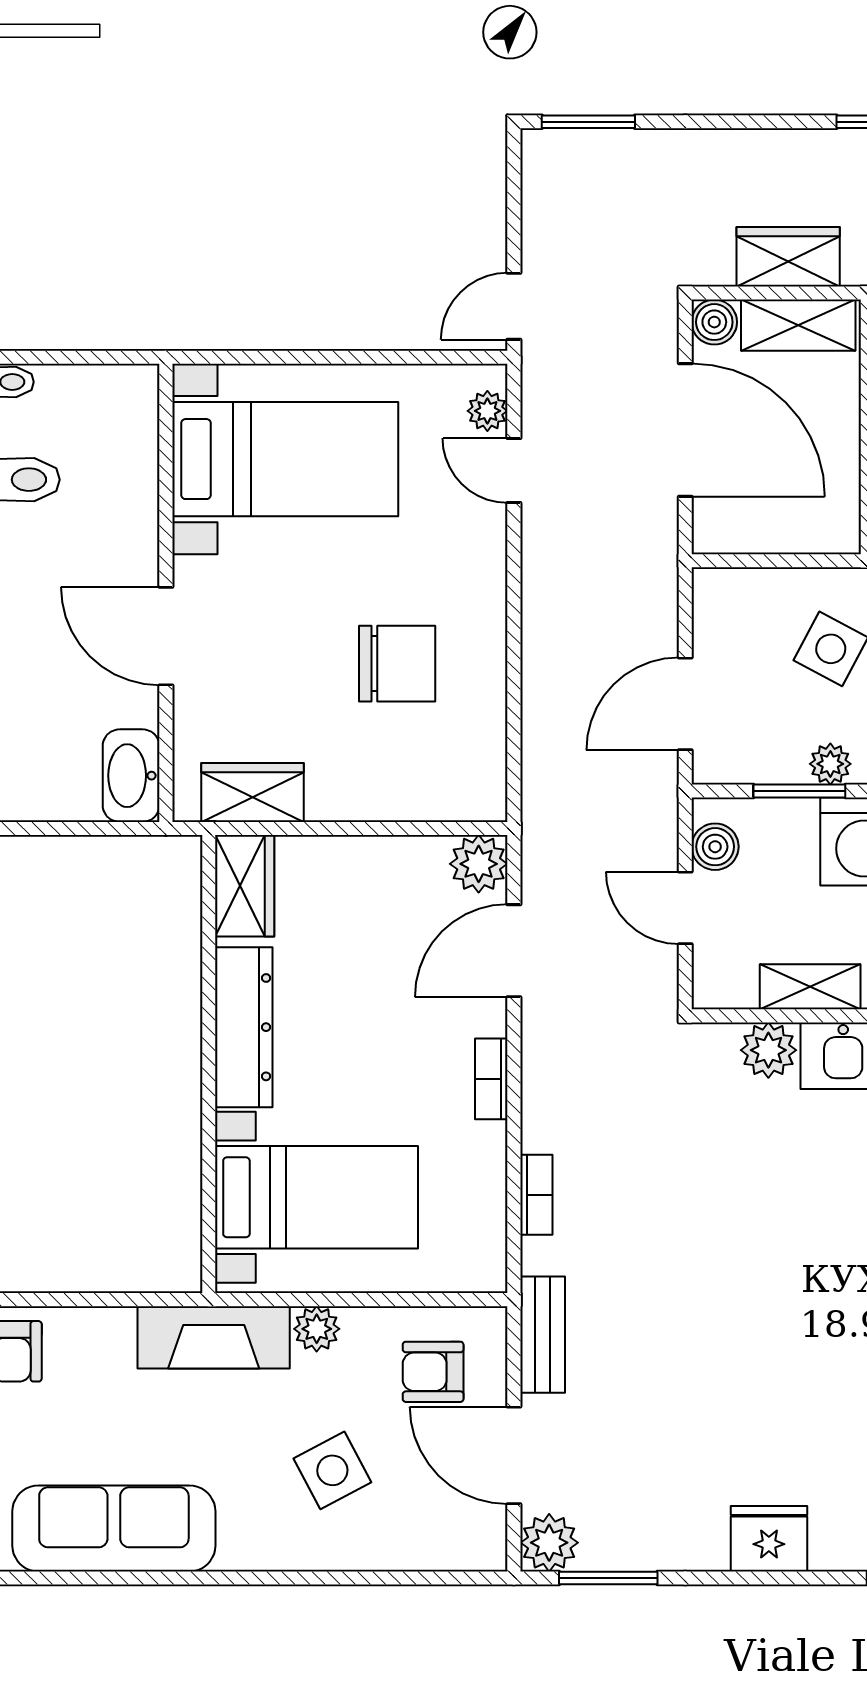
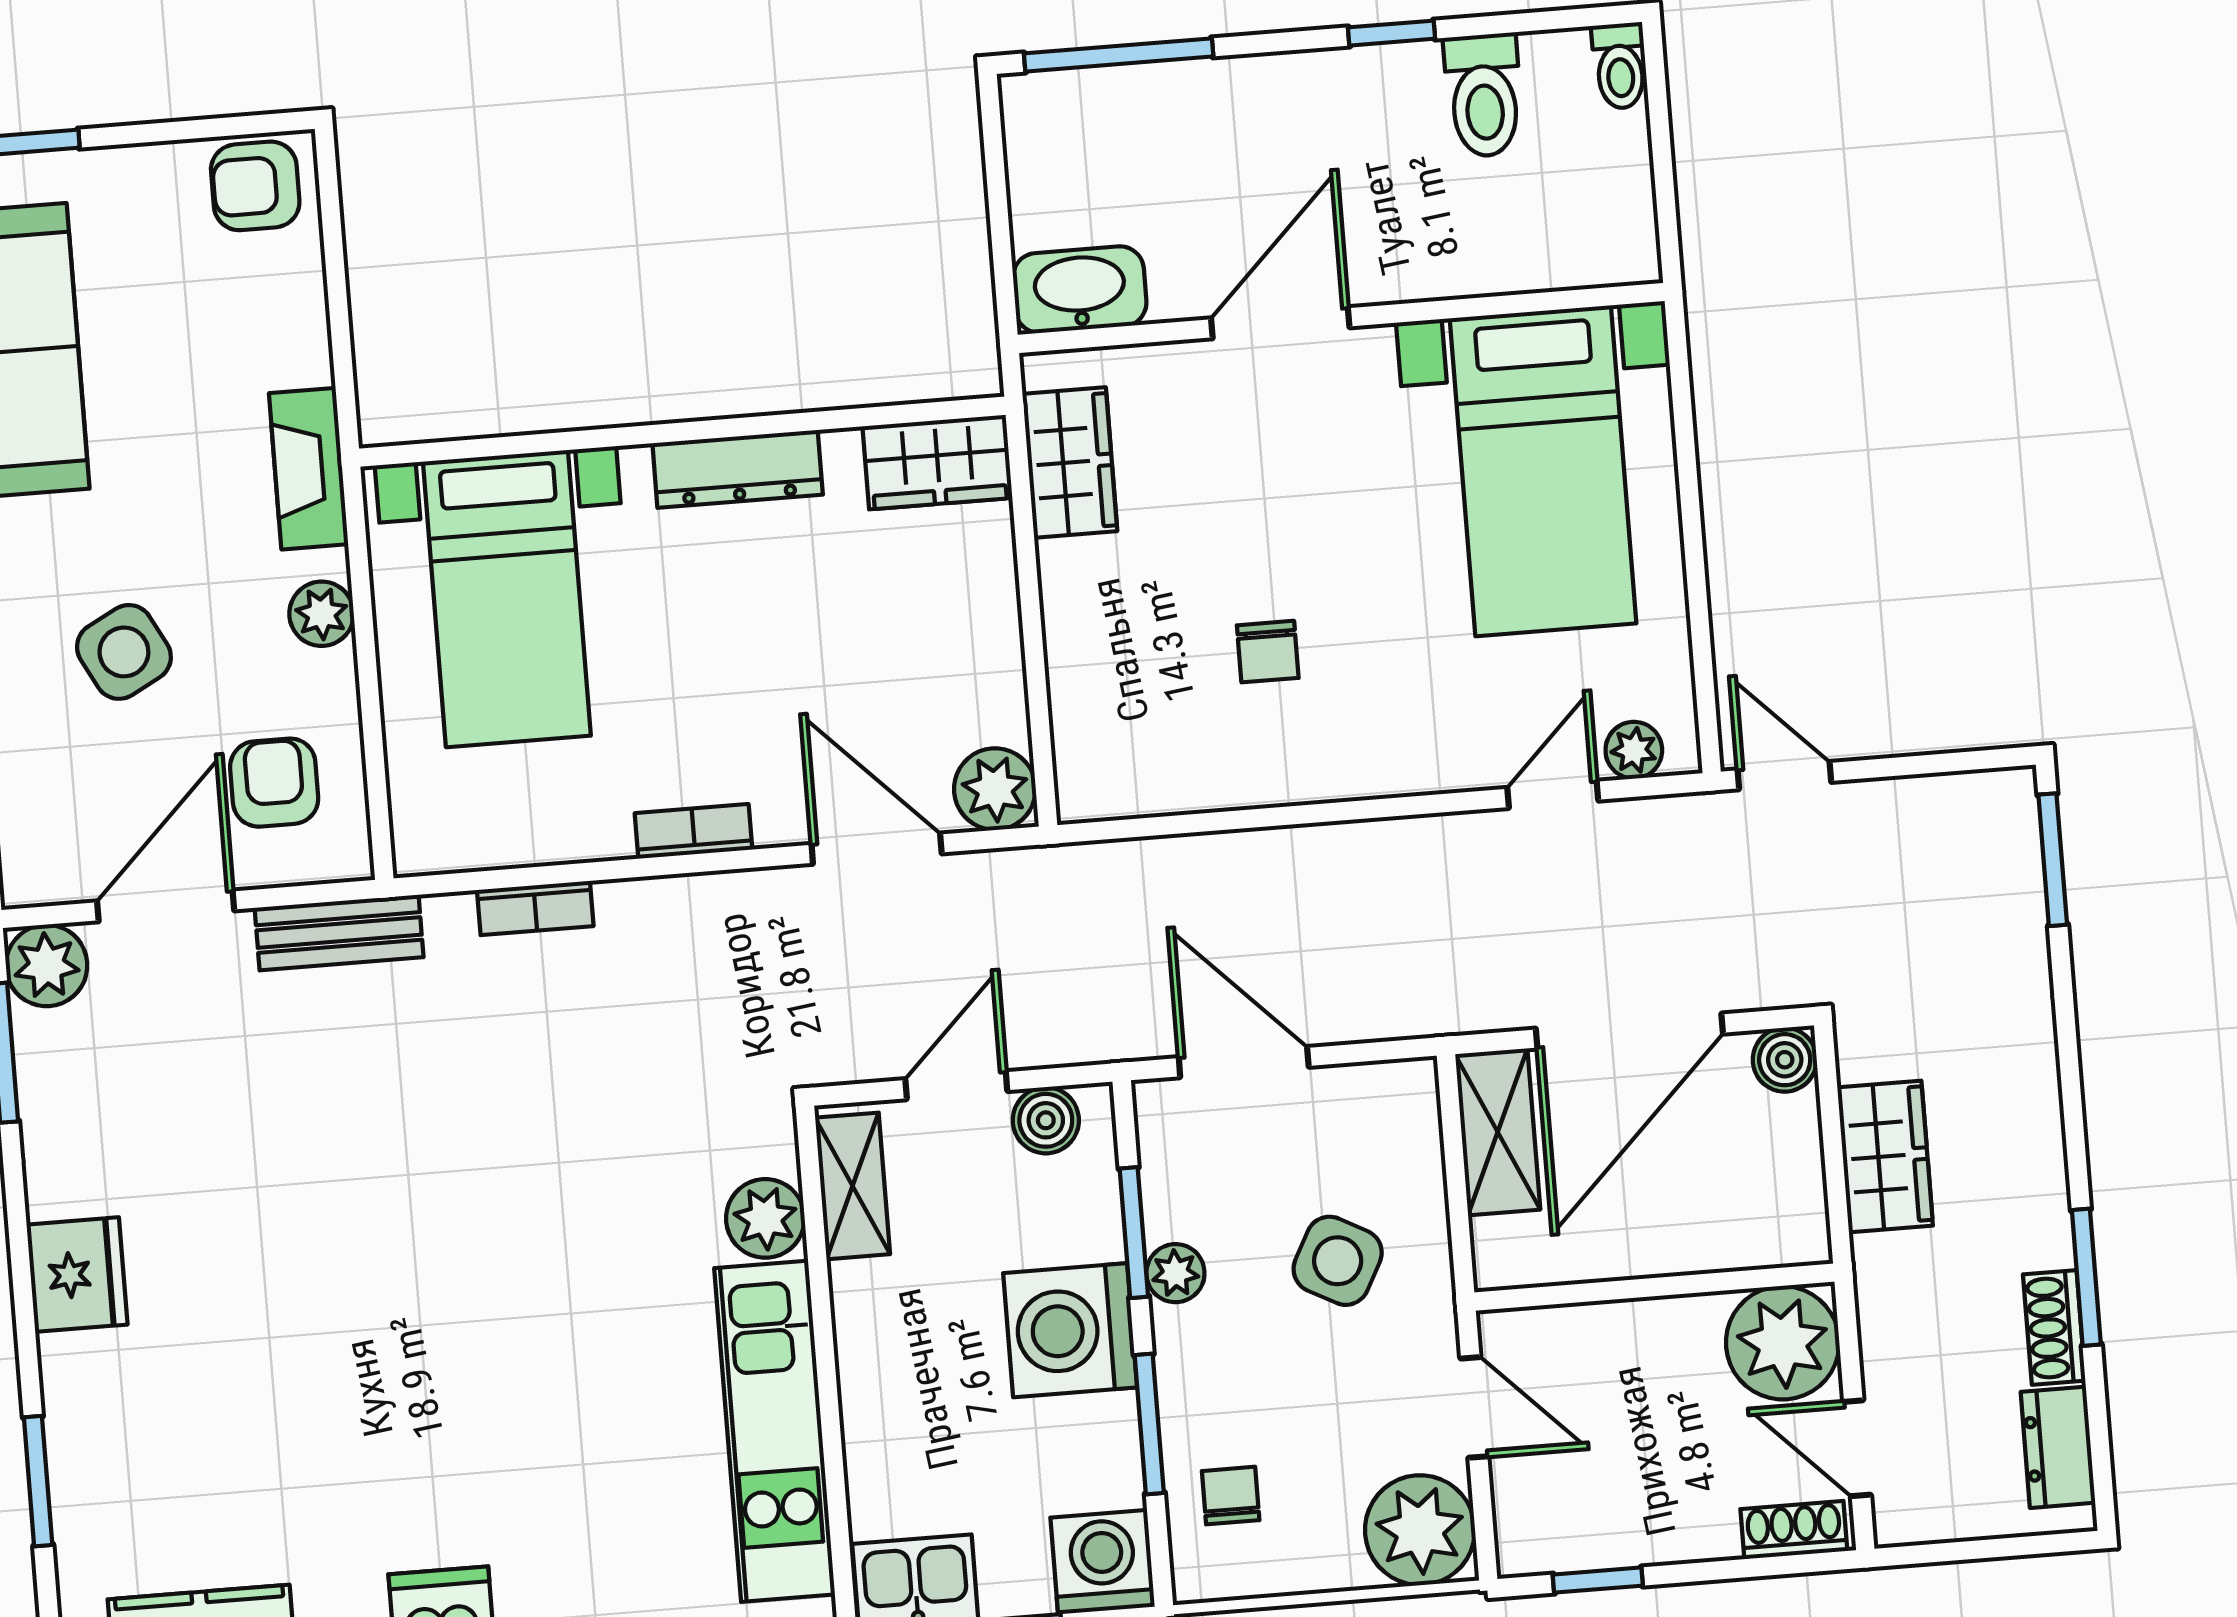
shelving: (798, 325) -> (1498, 1132), moved
chair: (397, 664) -> (1268, 652), width x0.54, depth x0.54
shelving: (810, 987) -> (853, 1186), moved
dresser: (244, 1027) -> (738, 469), width x0.73, depth x0.80
fireplace: (214, 1337) -> (309, 469), width x0.73, depth x0.76

